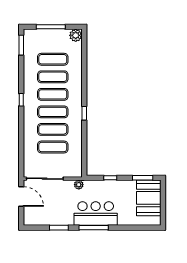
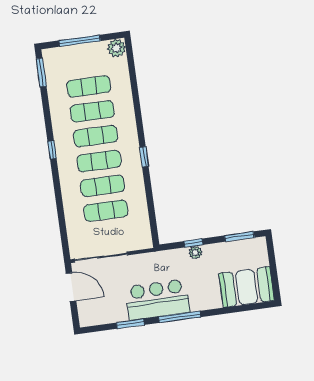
plant: (79, 185) -> (195, 253), moved
booth: (149, 198) -> (247, 287), moved, turned 90
bar counter: (96, 214) -> (158, 300), moved

